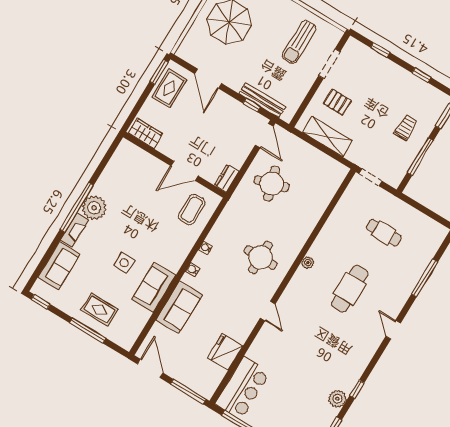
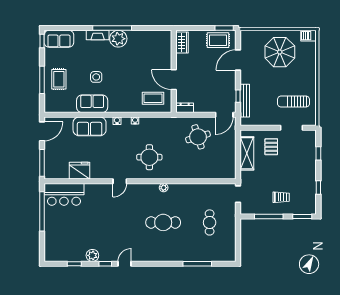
sofa: (59, 266) -> (59, 39), moved
door: (393, 330) -> (125, 264), moved

